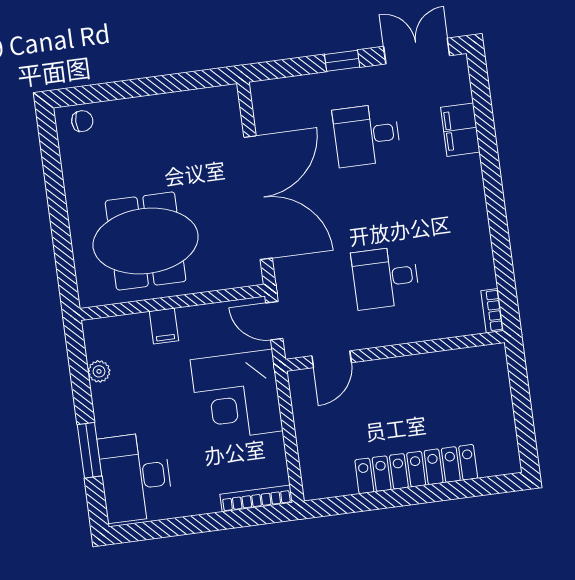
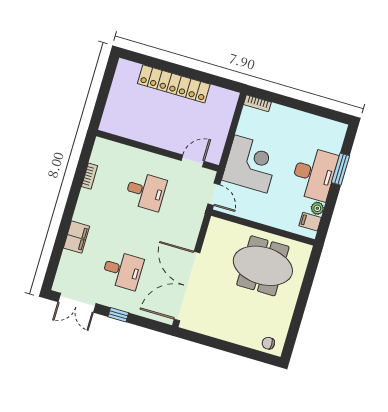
filing cabinet: (460, 130) -> (77, 237), moved
double door: (258, 198) -> (187, 286), moved
bookcase: (492, 311) -> (90, 176), moved
filing cabinet: (164, 326) -> (310, 222), moved, turned -90
desk: (136, 477) -> (314, 174), moved
bookcase: (256, 498) -> (257, 103), width x0.64

